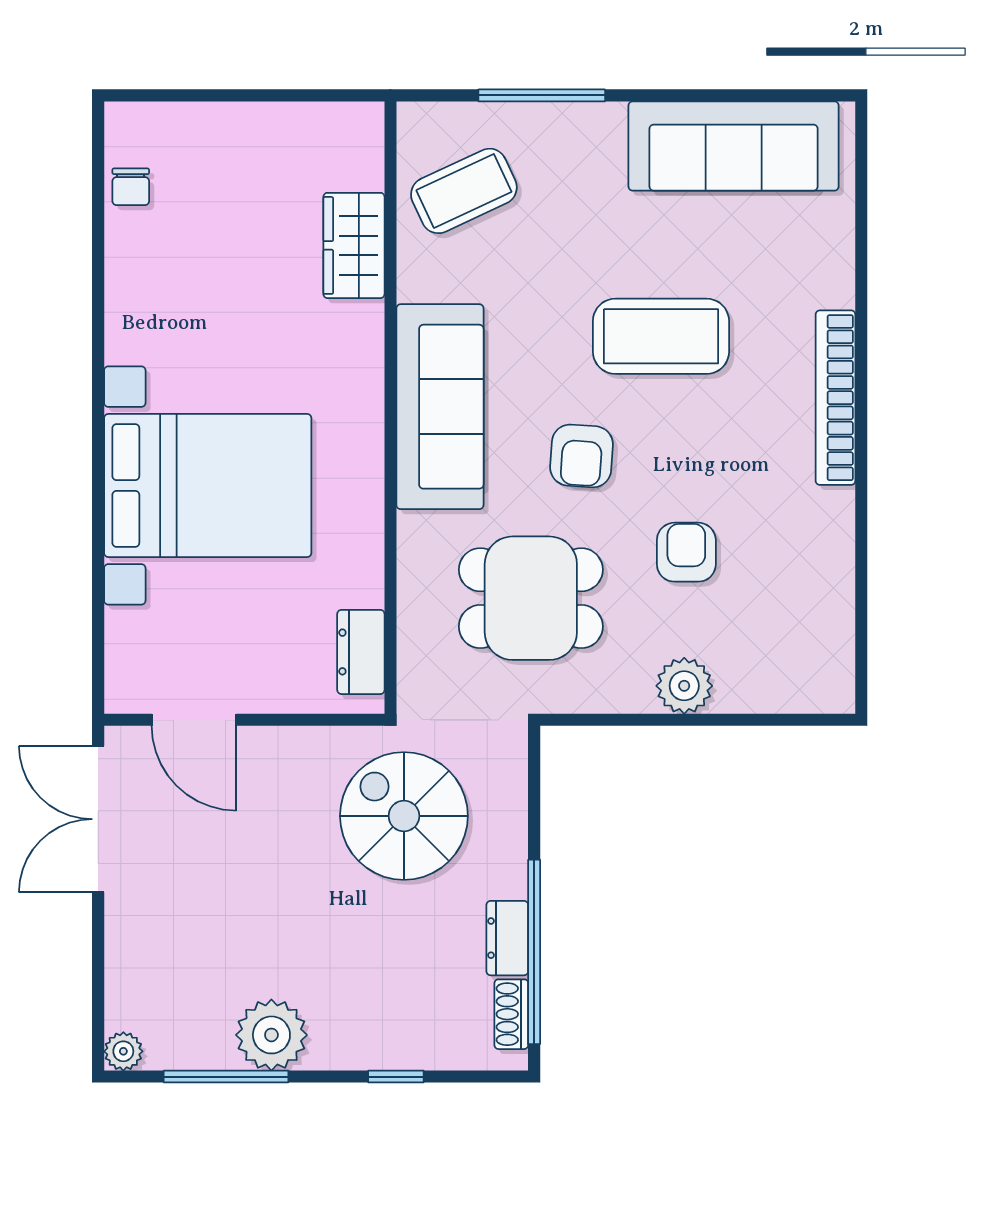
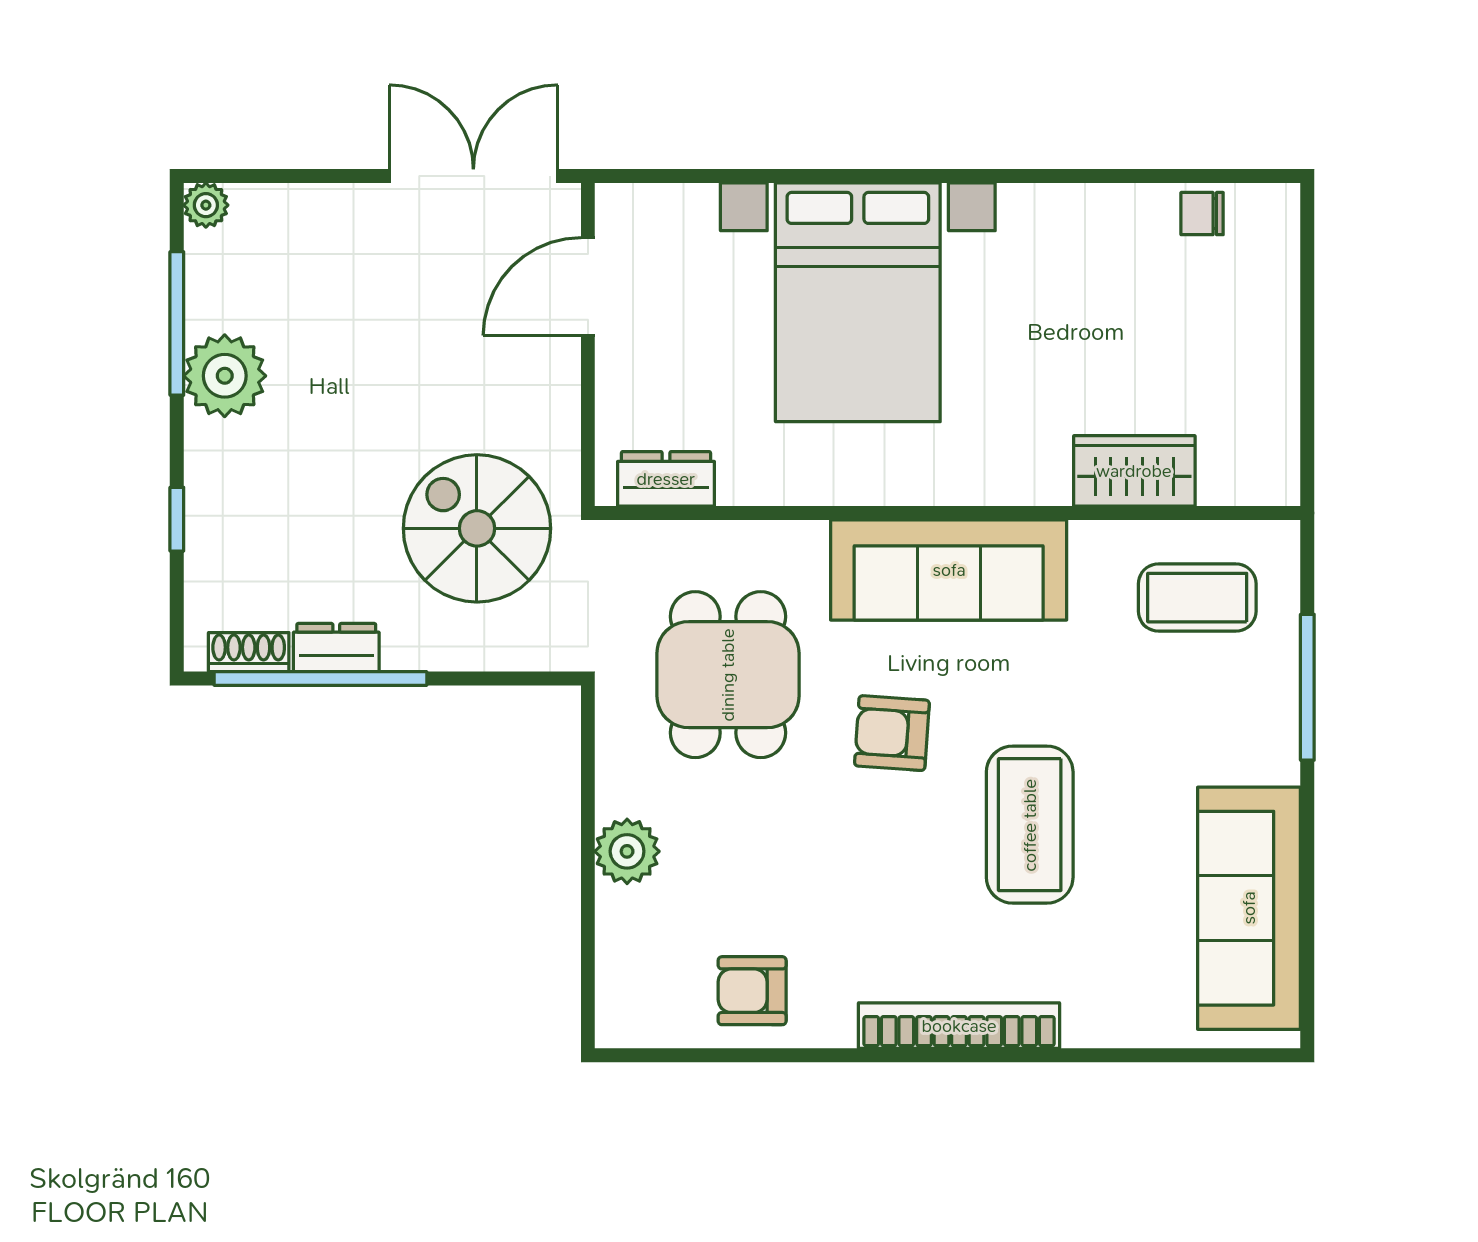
coffee table: (464, 191) -> (1197, 598), turned -65
armchair: (686, 552) -> (752, 991), moved, turned 180
spiral stairs: (404, 816) -> (477, 528), turned -90

